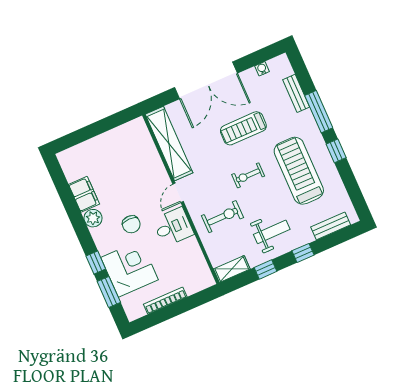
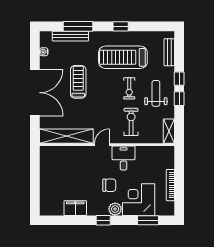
bench: (296, 93) -> (70, 36), width x1.36
window: (319, 112) -> (78, 26), moved
treadmill: (243, 128) -> (78, 82), turned 180
exercise bike: (248, 175) -> (129, 88), moved
door: (178, 193) -> (102, 145), swing flipped
plant: (93, 218) -> (115, 209), moved
window: (96, 262) -> (103, 220), moved
window: (265, 269) -> (179, 99), moved

